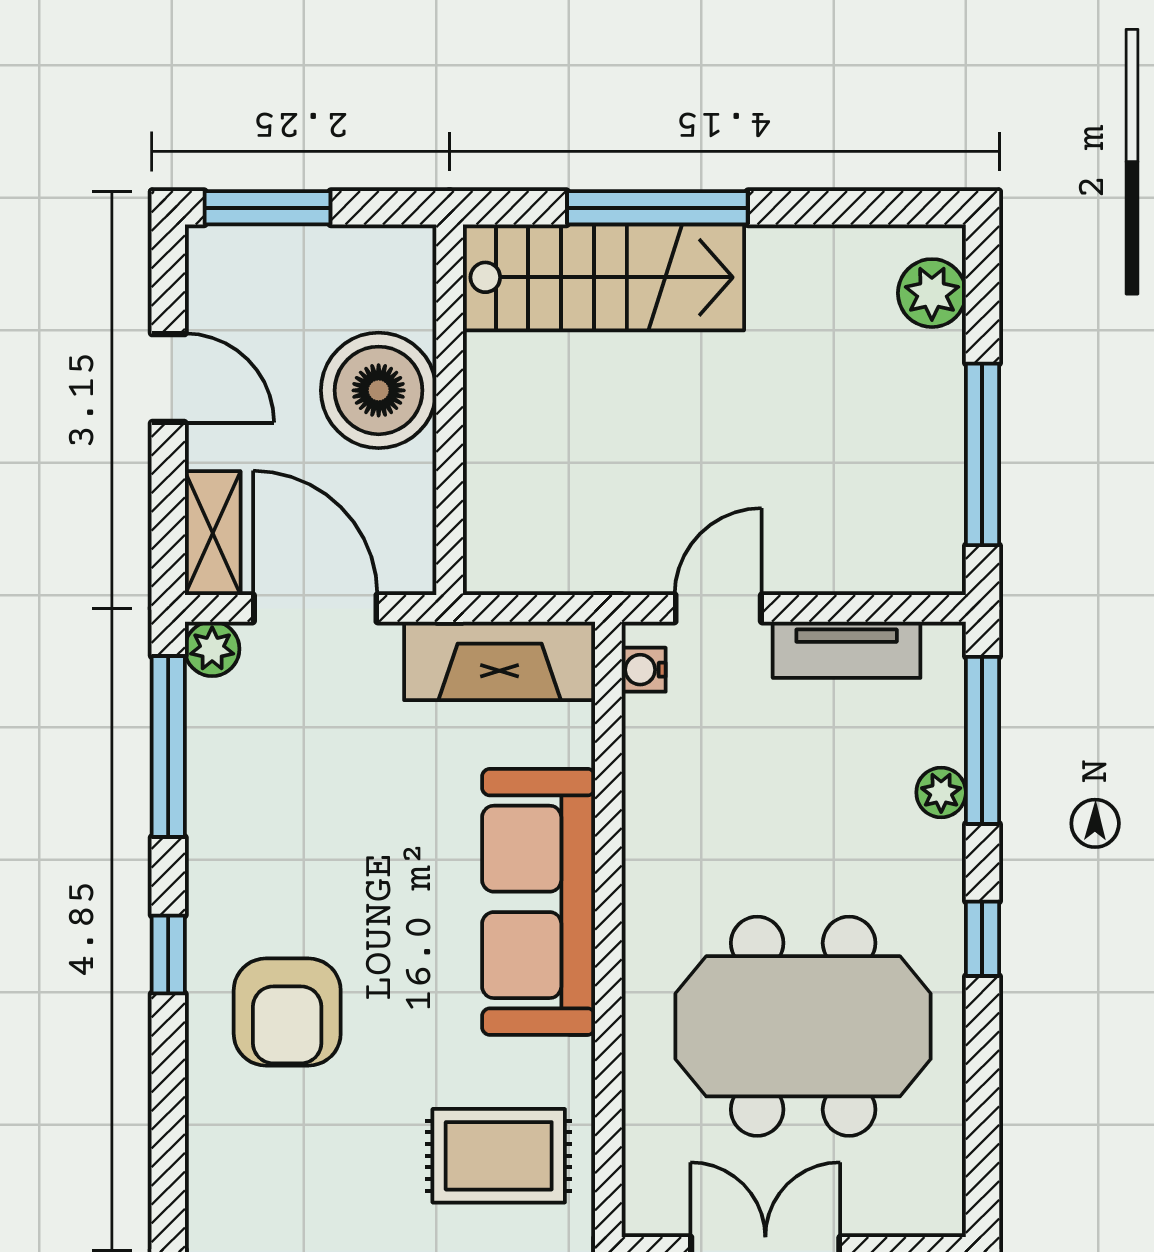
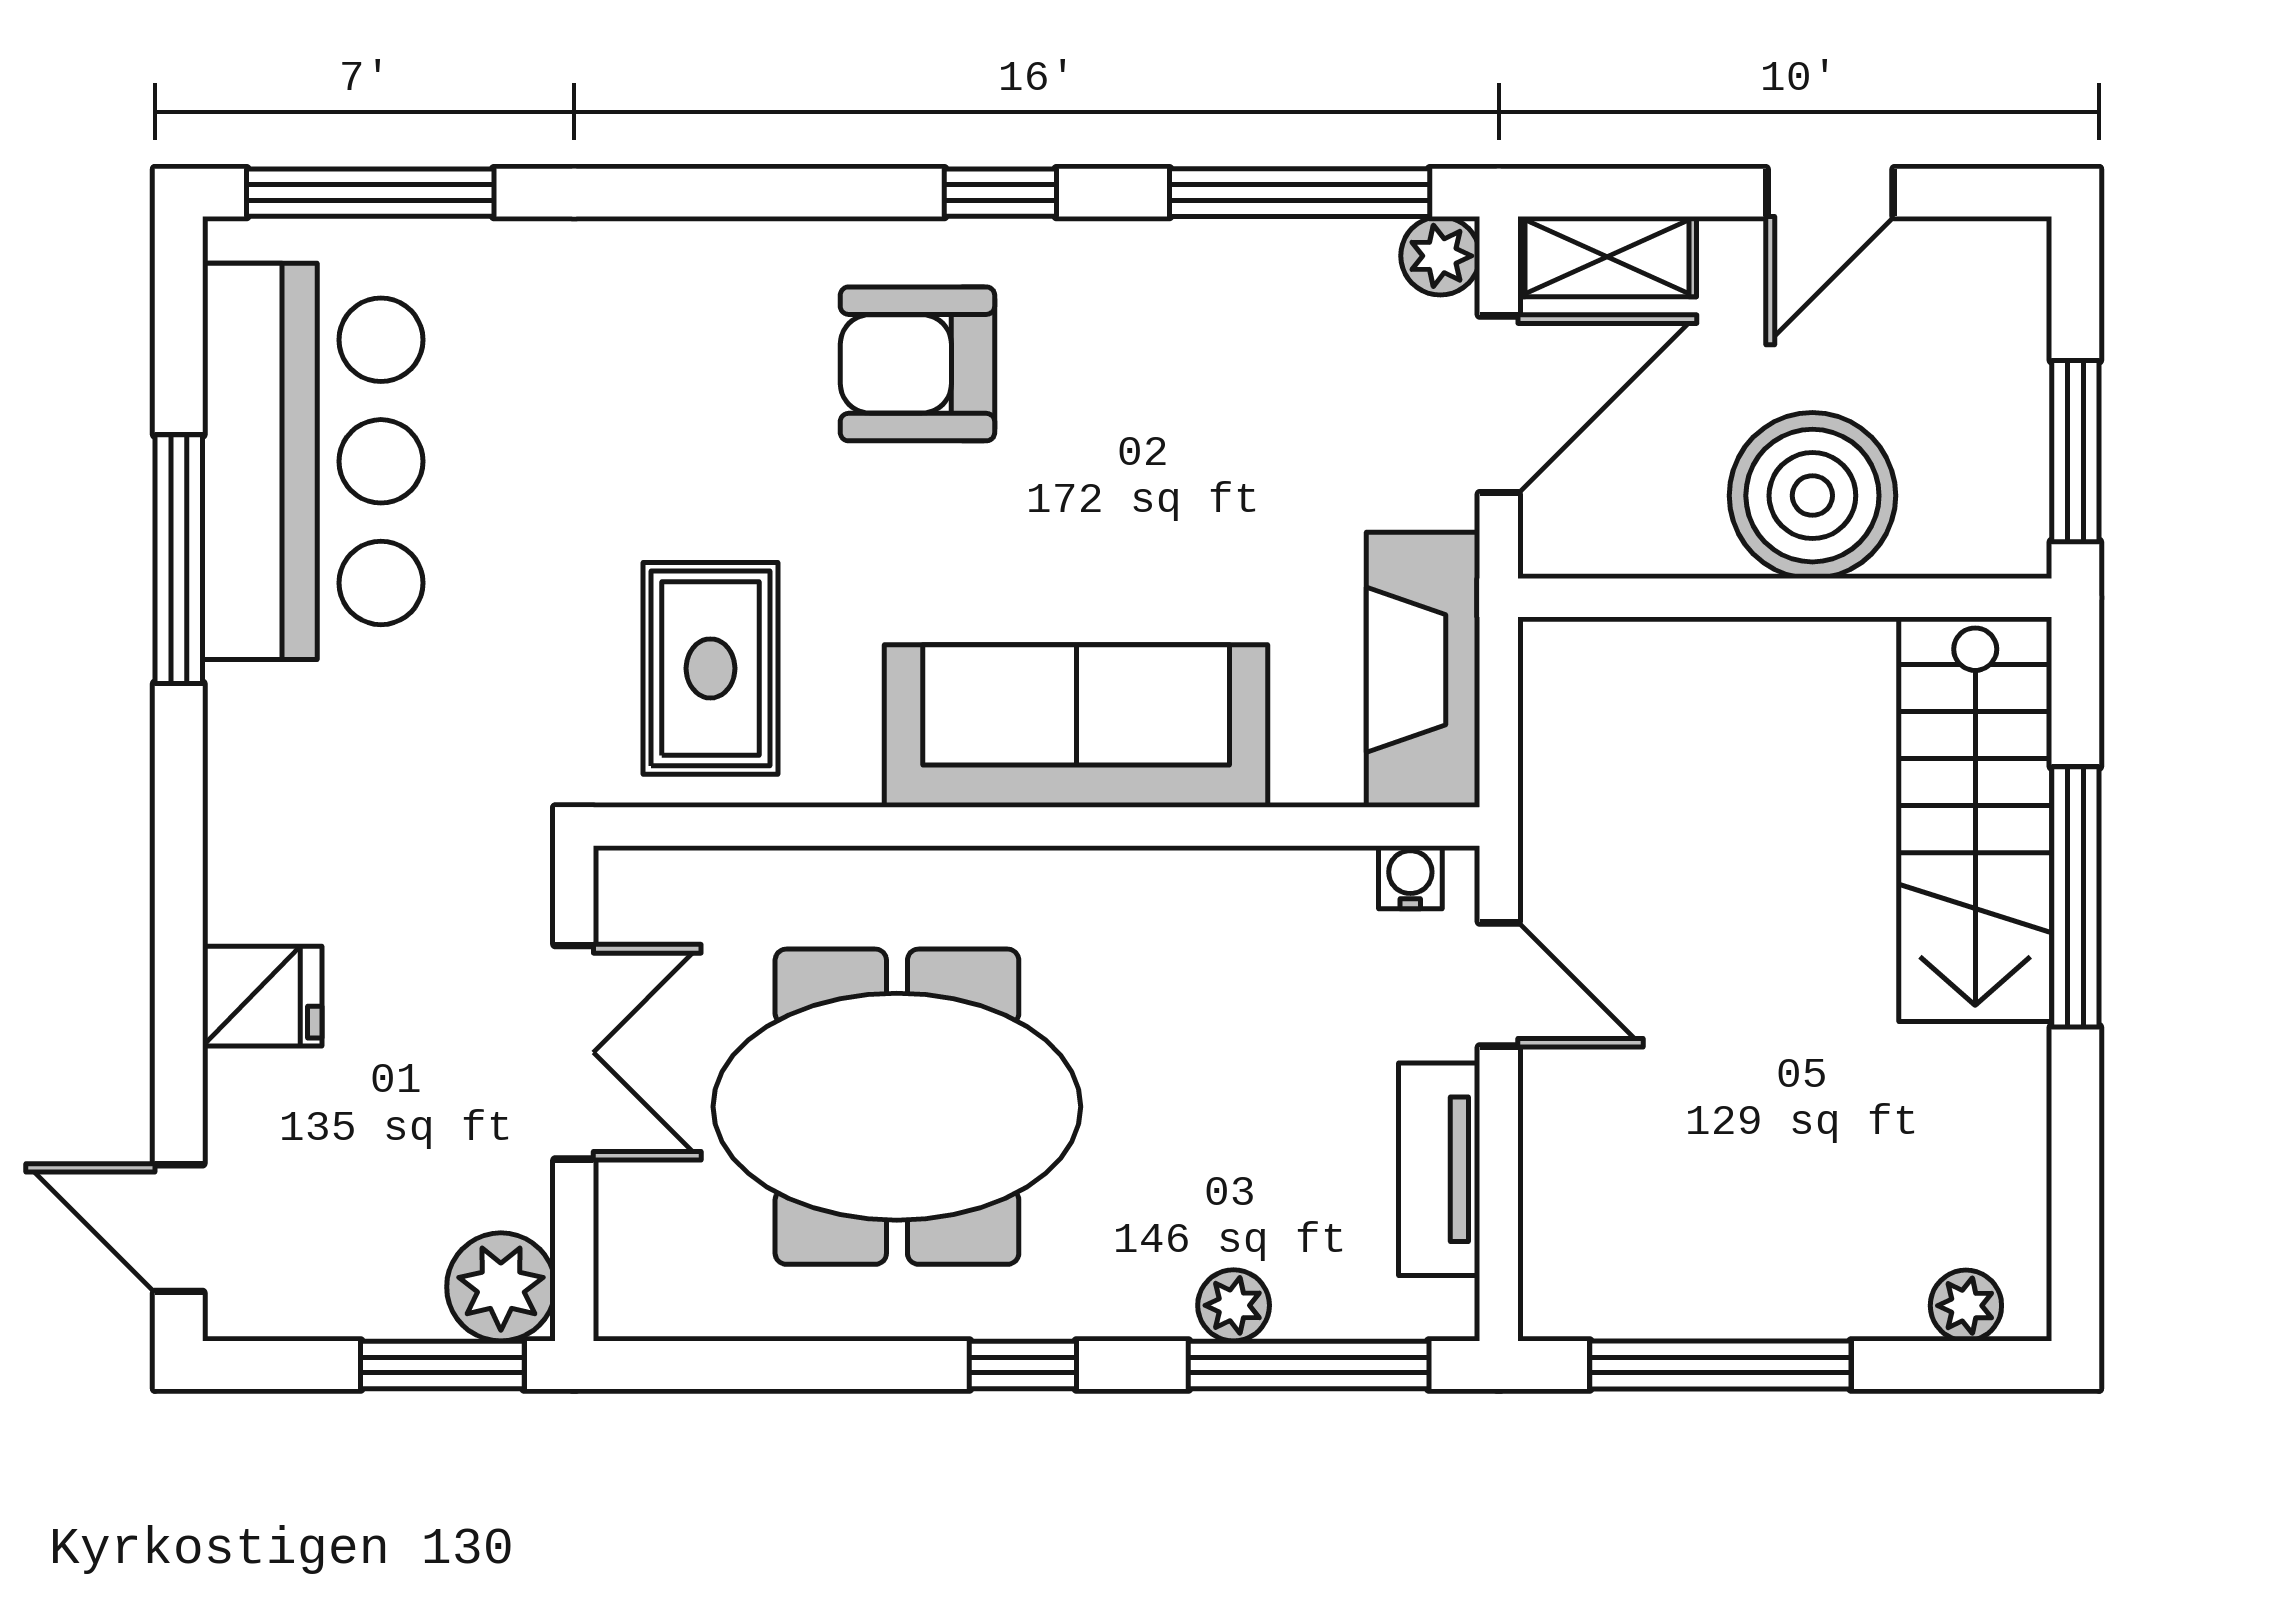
window: (267, 208) -> (2075, 451), moved
plant: (932, 293) -> (1966, 1306), width x0.73, depth x0.73
meeting table: (803, 1026) -> (897, 1107), turned 90

